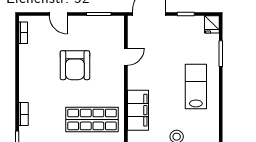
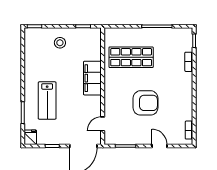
door: (126, 57) -> (103, 124), moved
armchair: (75, 65) -> (146, 103), turned 90
lab bench: (196, 87) -> (47, 101), moved
filing cabinet: (138, 110) -> (92, 78), moved

